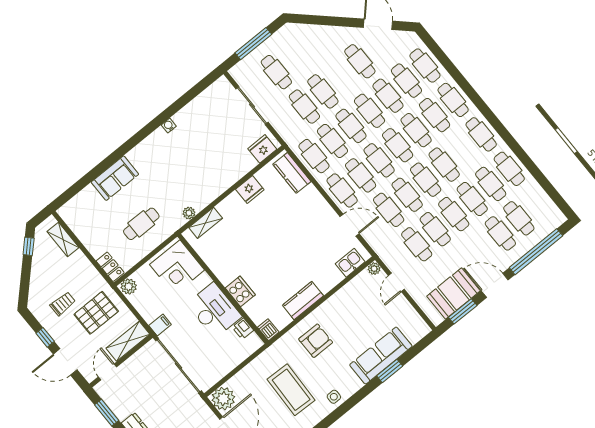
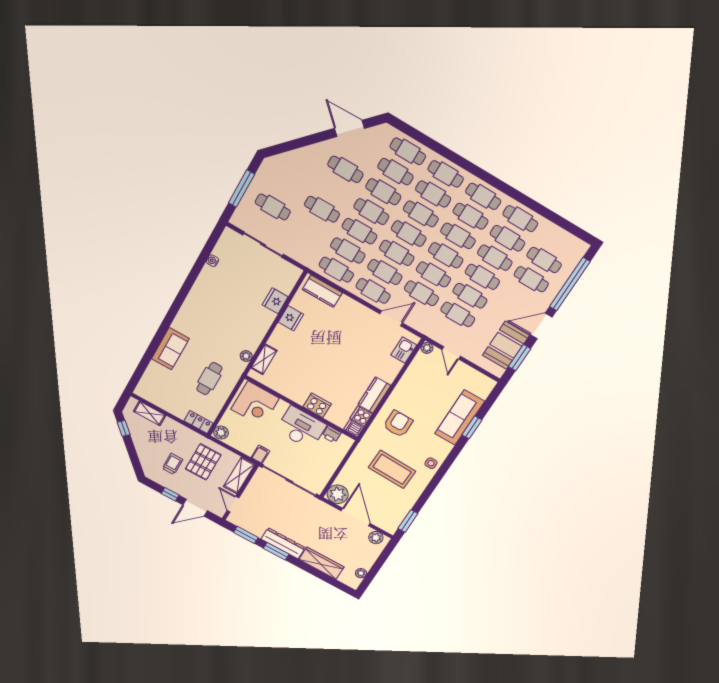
cafe table: (304, 107) -> (470, 216), moved
water cooler: (169, 126) -> (212, 261), moved
fridge: (262, 149) -> (275, 301), moved
cooker: (281, 319) -> (361, 416), added

